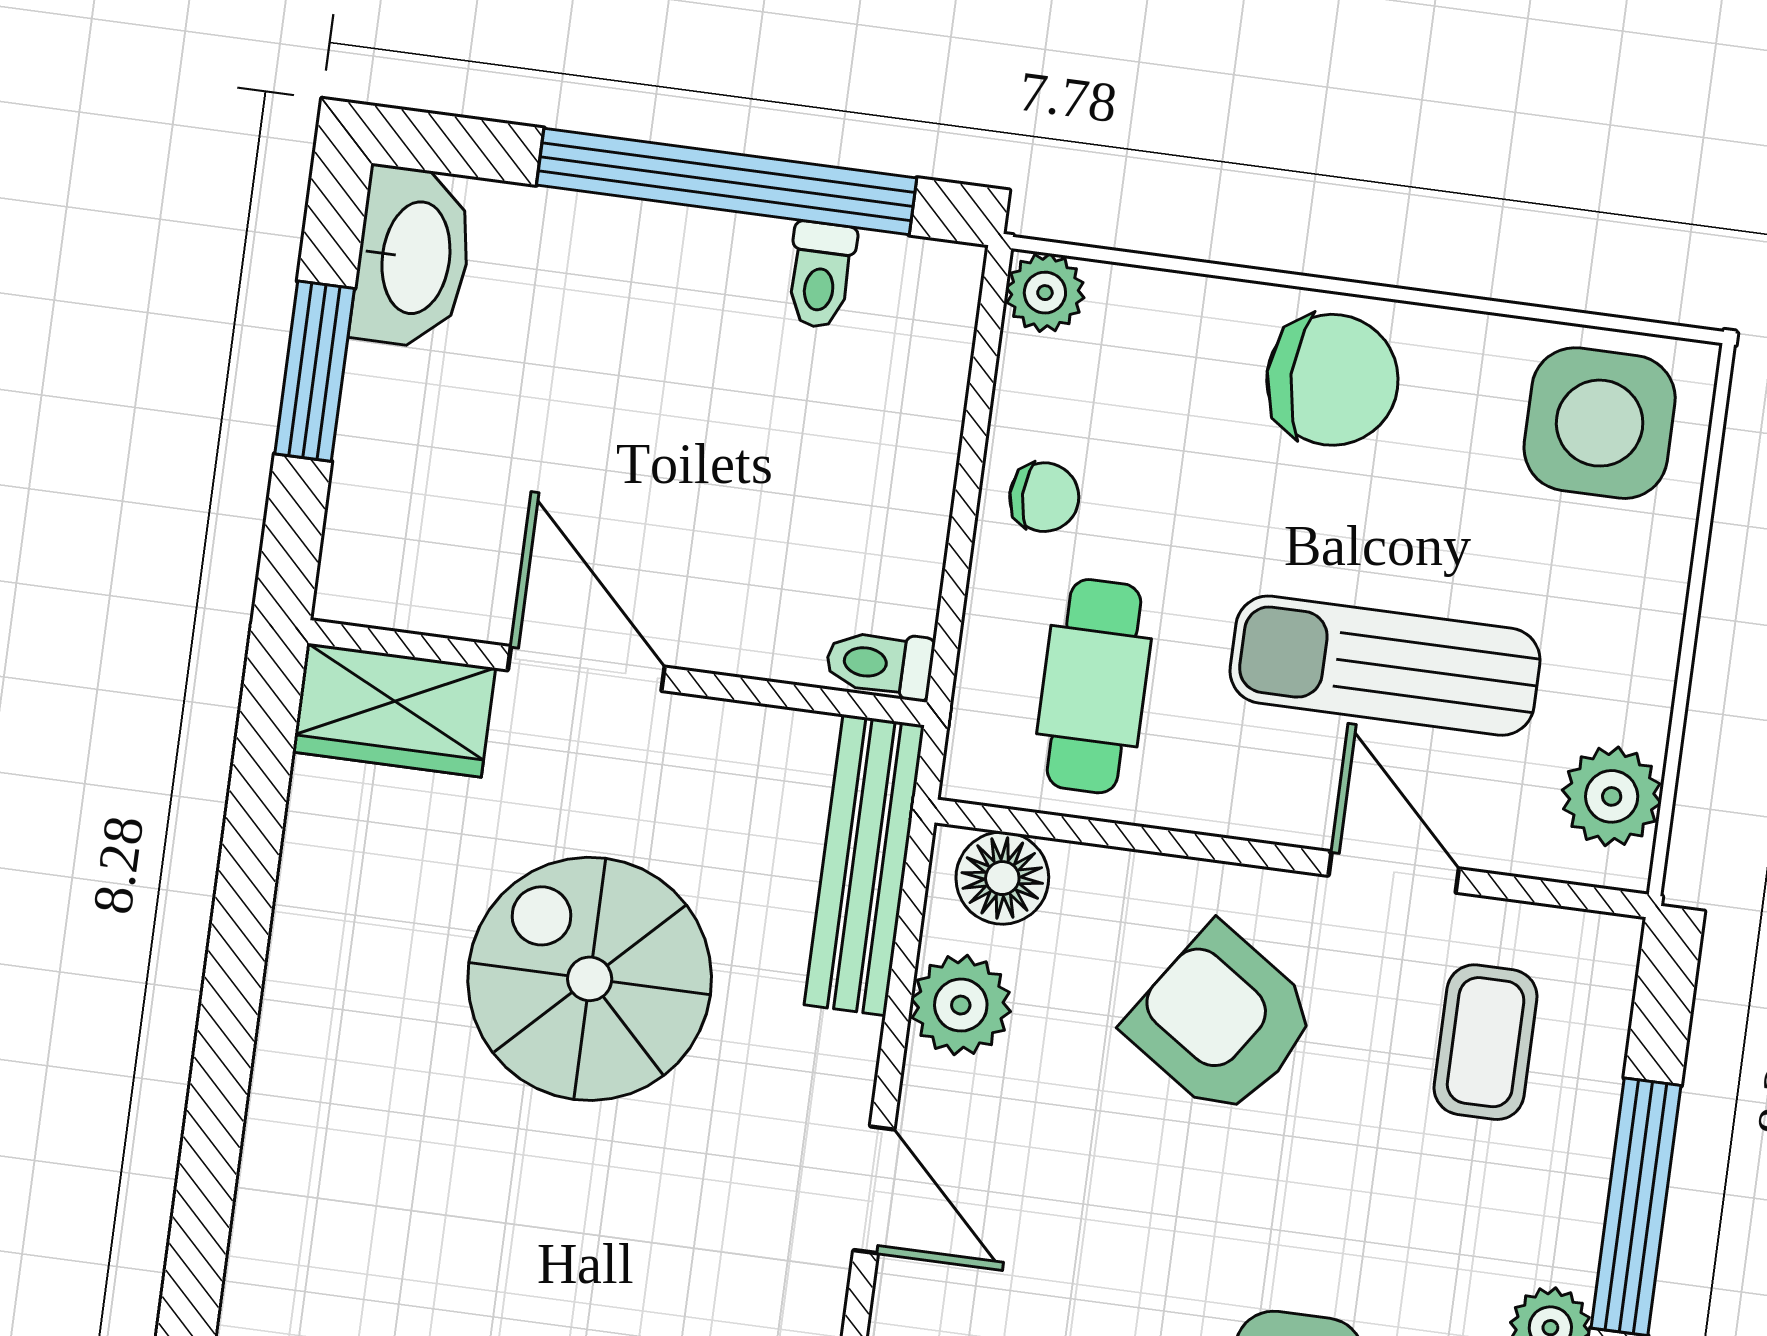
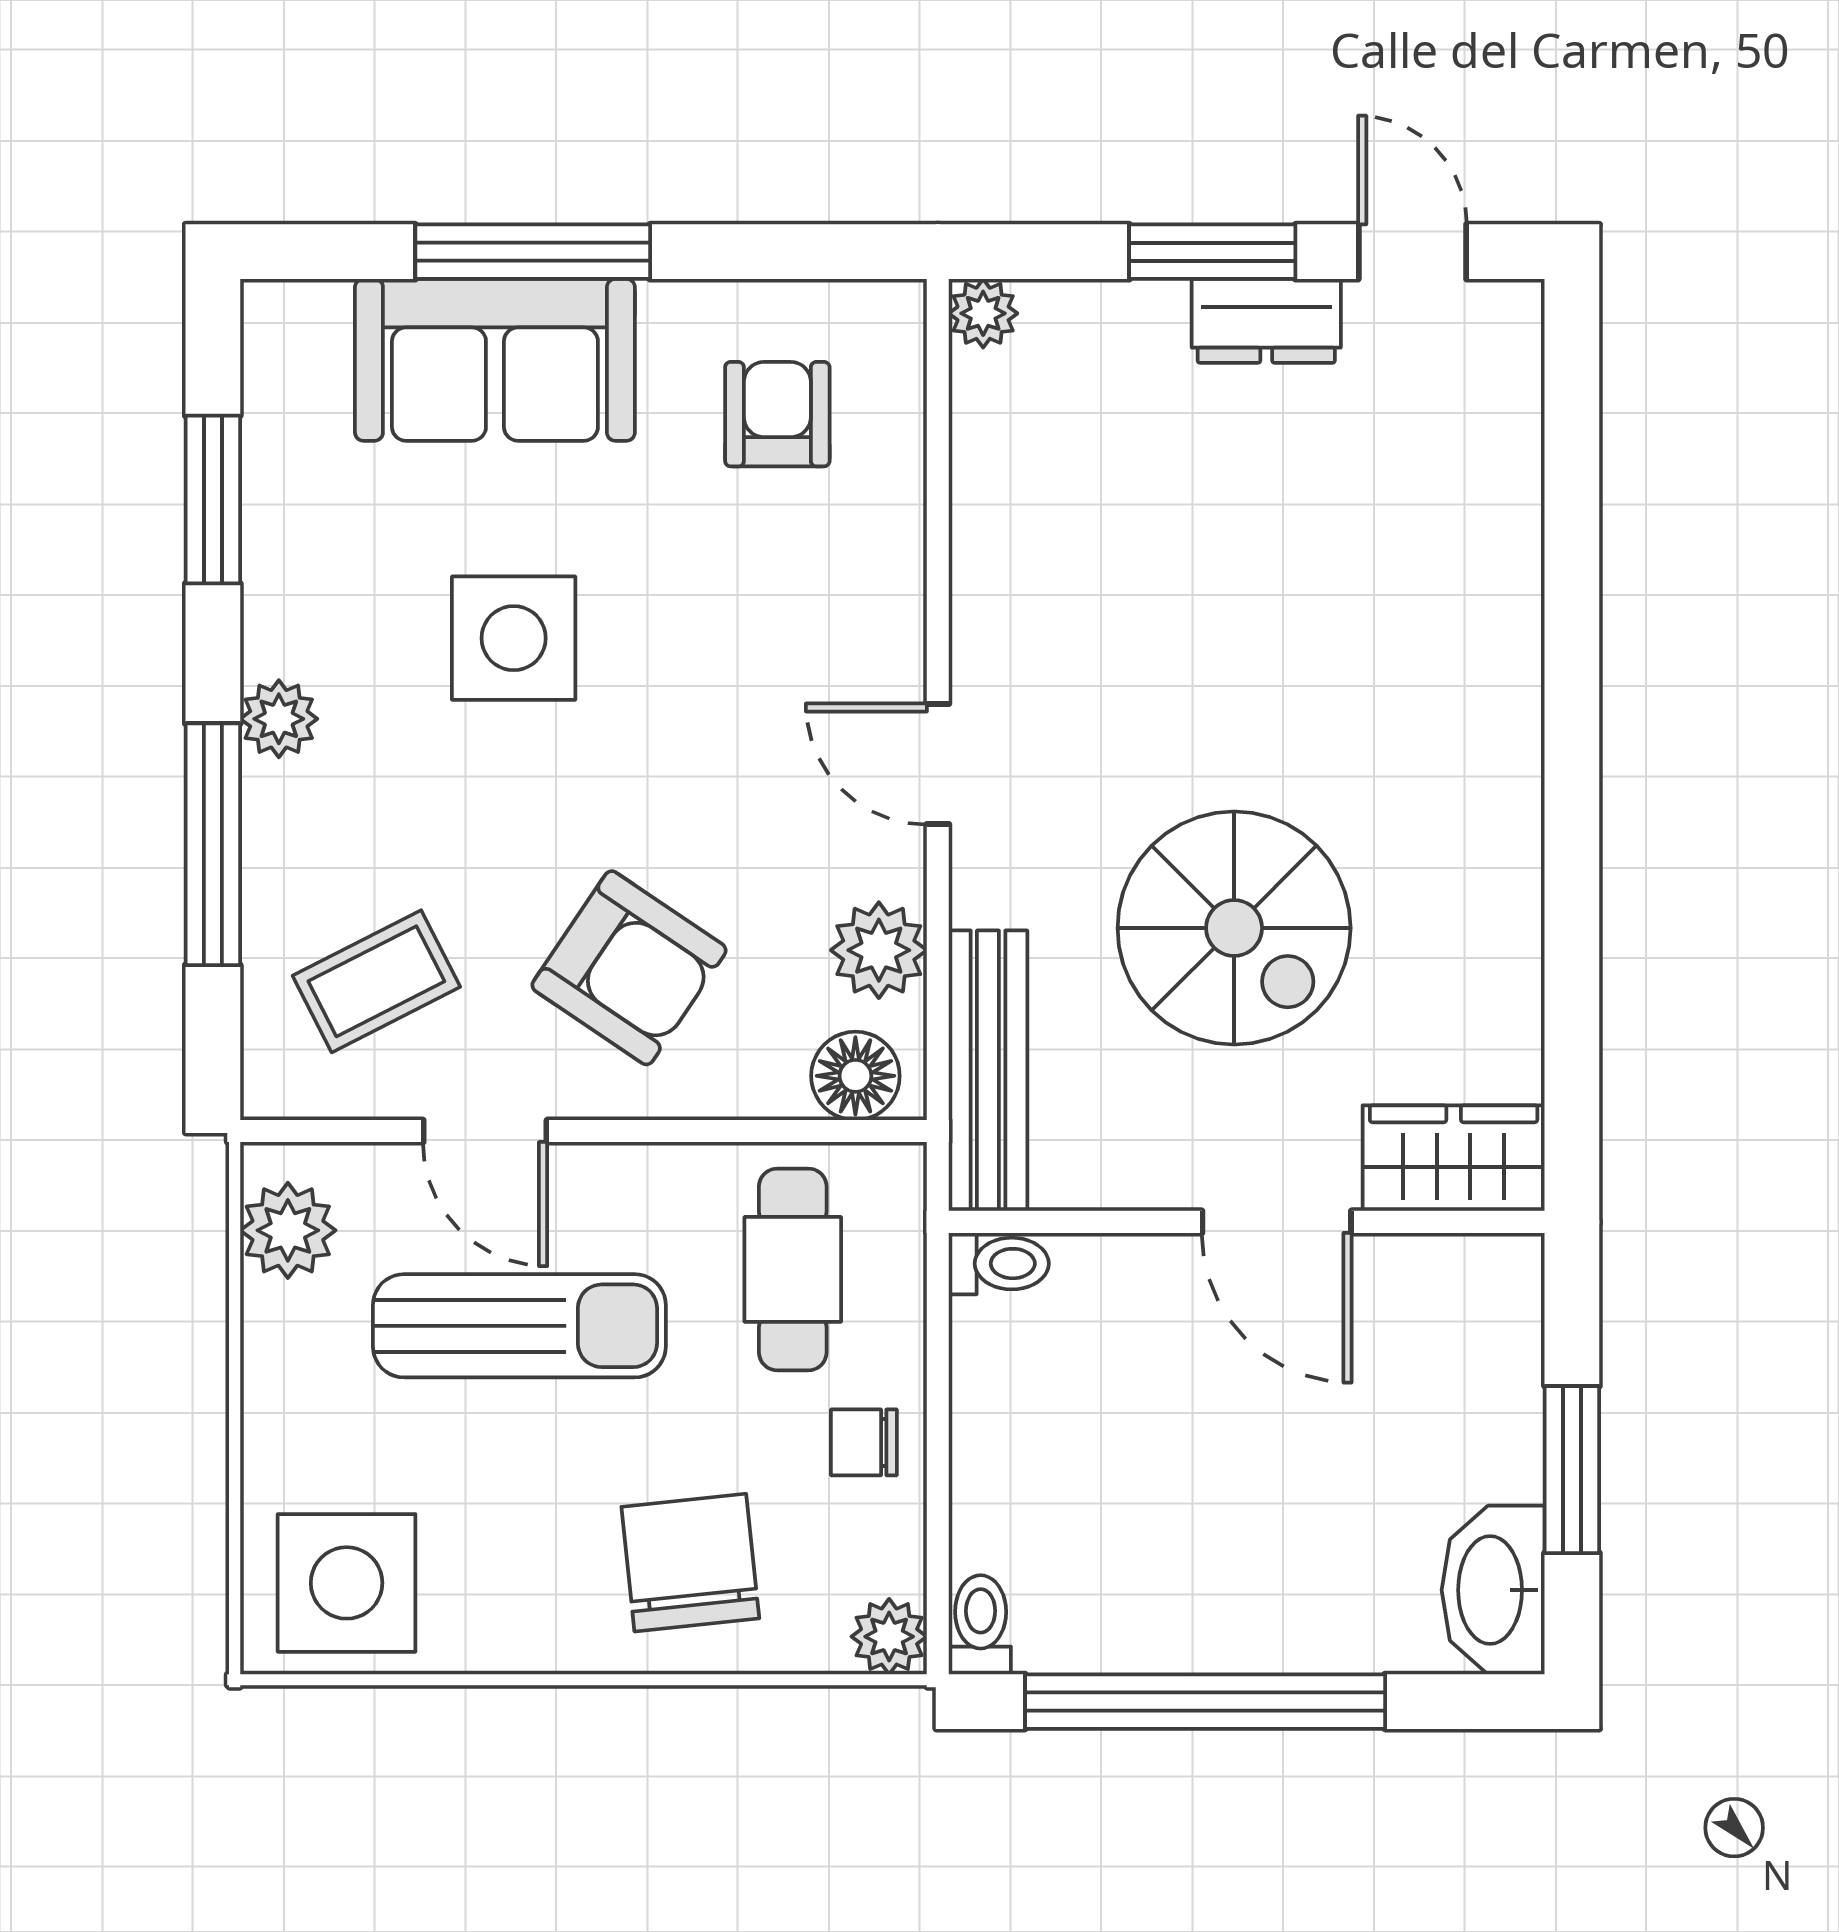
toilet: (821, 275) -> (981, 1625), moved
chair: (1332, 380) -> (690, 1563), moved, turned 84
coffee table: (1486, 1042) -> (376, 981), turned 63

